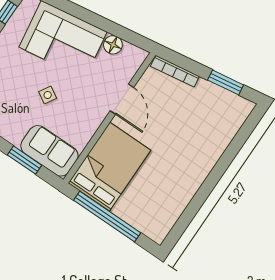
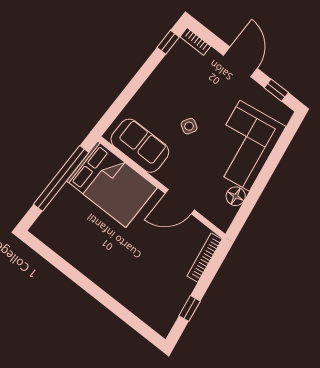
window: (226, 82) -> (190, 308), width x0.67
sofa: (49, 151) -> (140, 146), moved, turned -90
window: (24, 160) -> (124, 98), removed

